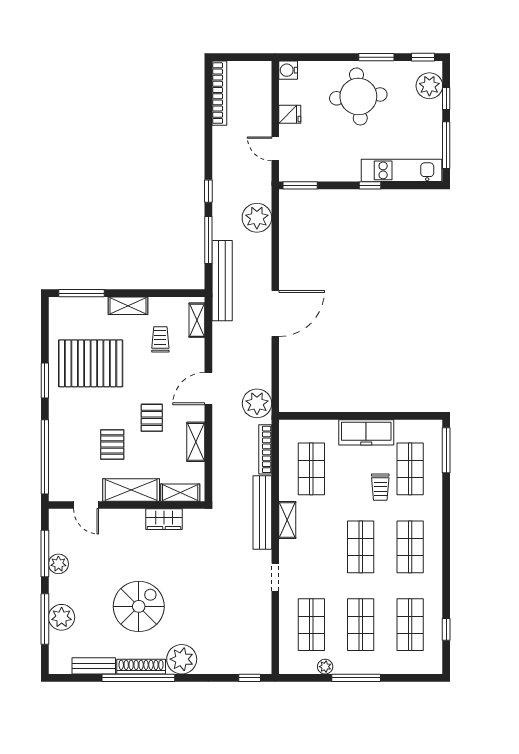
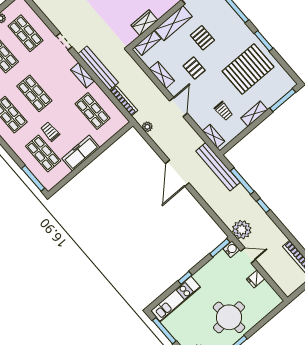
water cooler: (288, 70) -> (231, 249), moved
plant: (257, 218) -> (242, 230), moved
plant: (257, 403) -> (147, 127), width x0.53, depth x0.53

